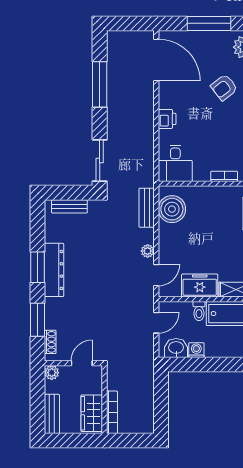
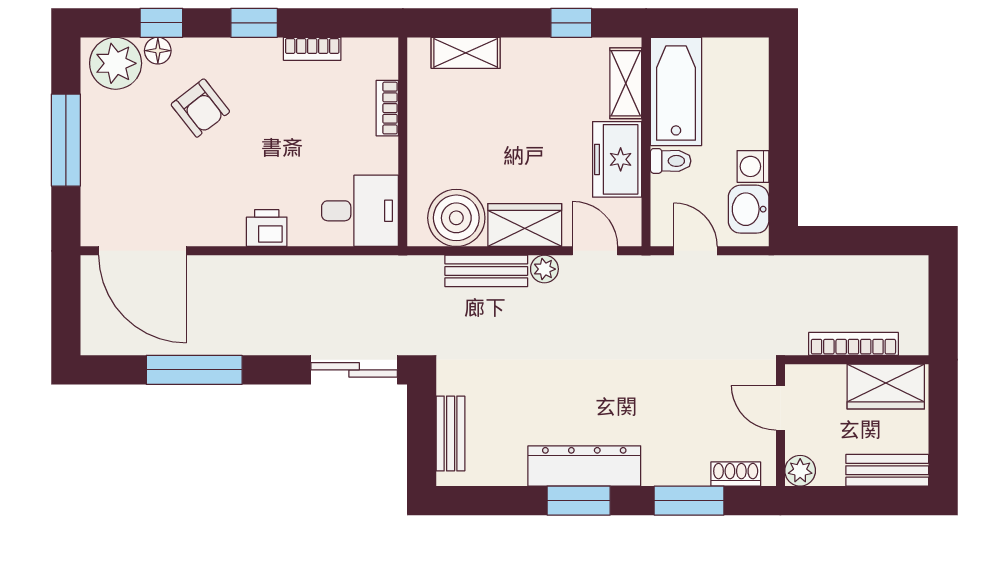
door: (156, 60) -> (143, 251), swing flipped
bench: (147, 208) -> (486, 271), moved
wardrobe: (168, 242) -> (525, 225), added
bookcase: (112, 412) -> (853, 344), moved

